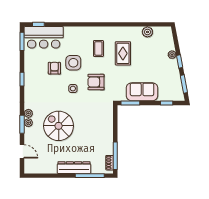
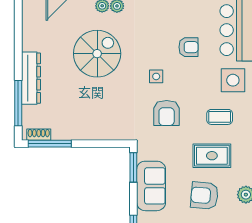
armchair: (148, 58) -> (204, 196), added
side table: (73, 63) -> (233, 80), moved
armchair: (96, 82) -> (167, 113), turned 180

